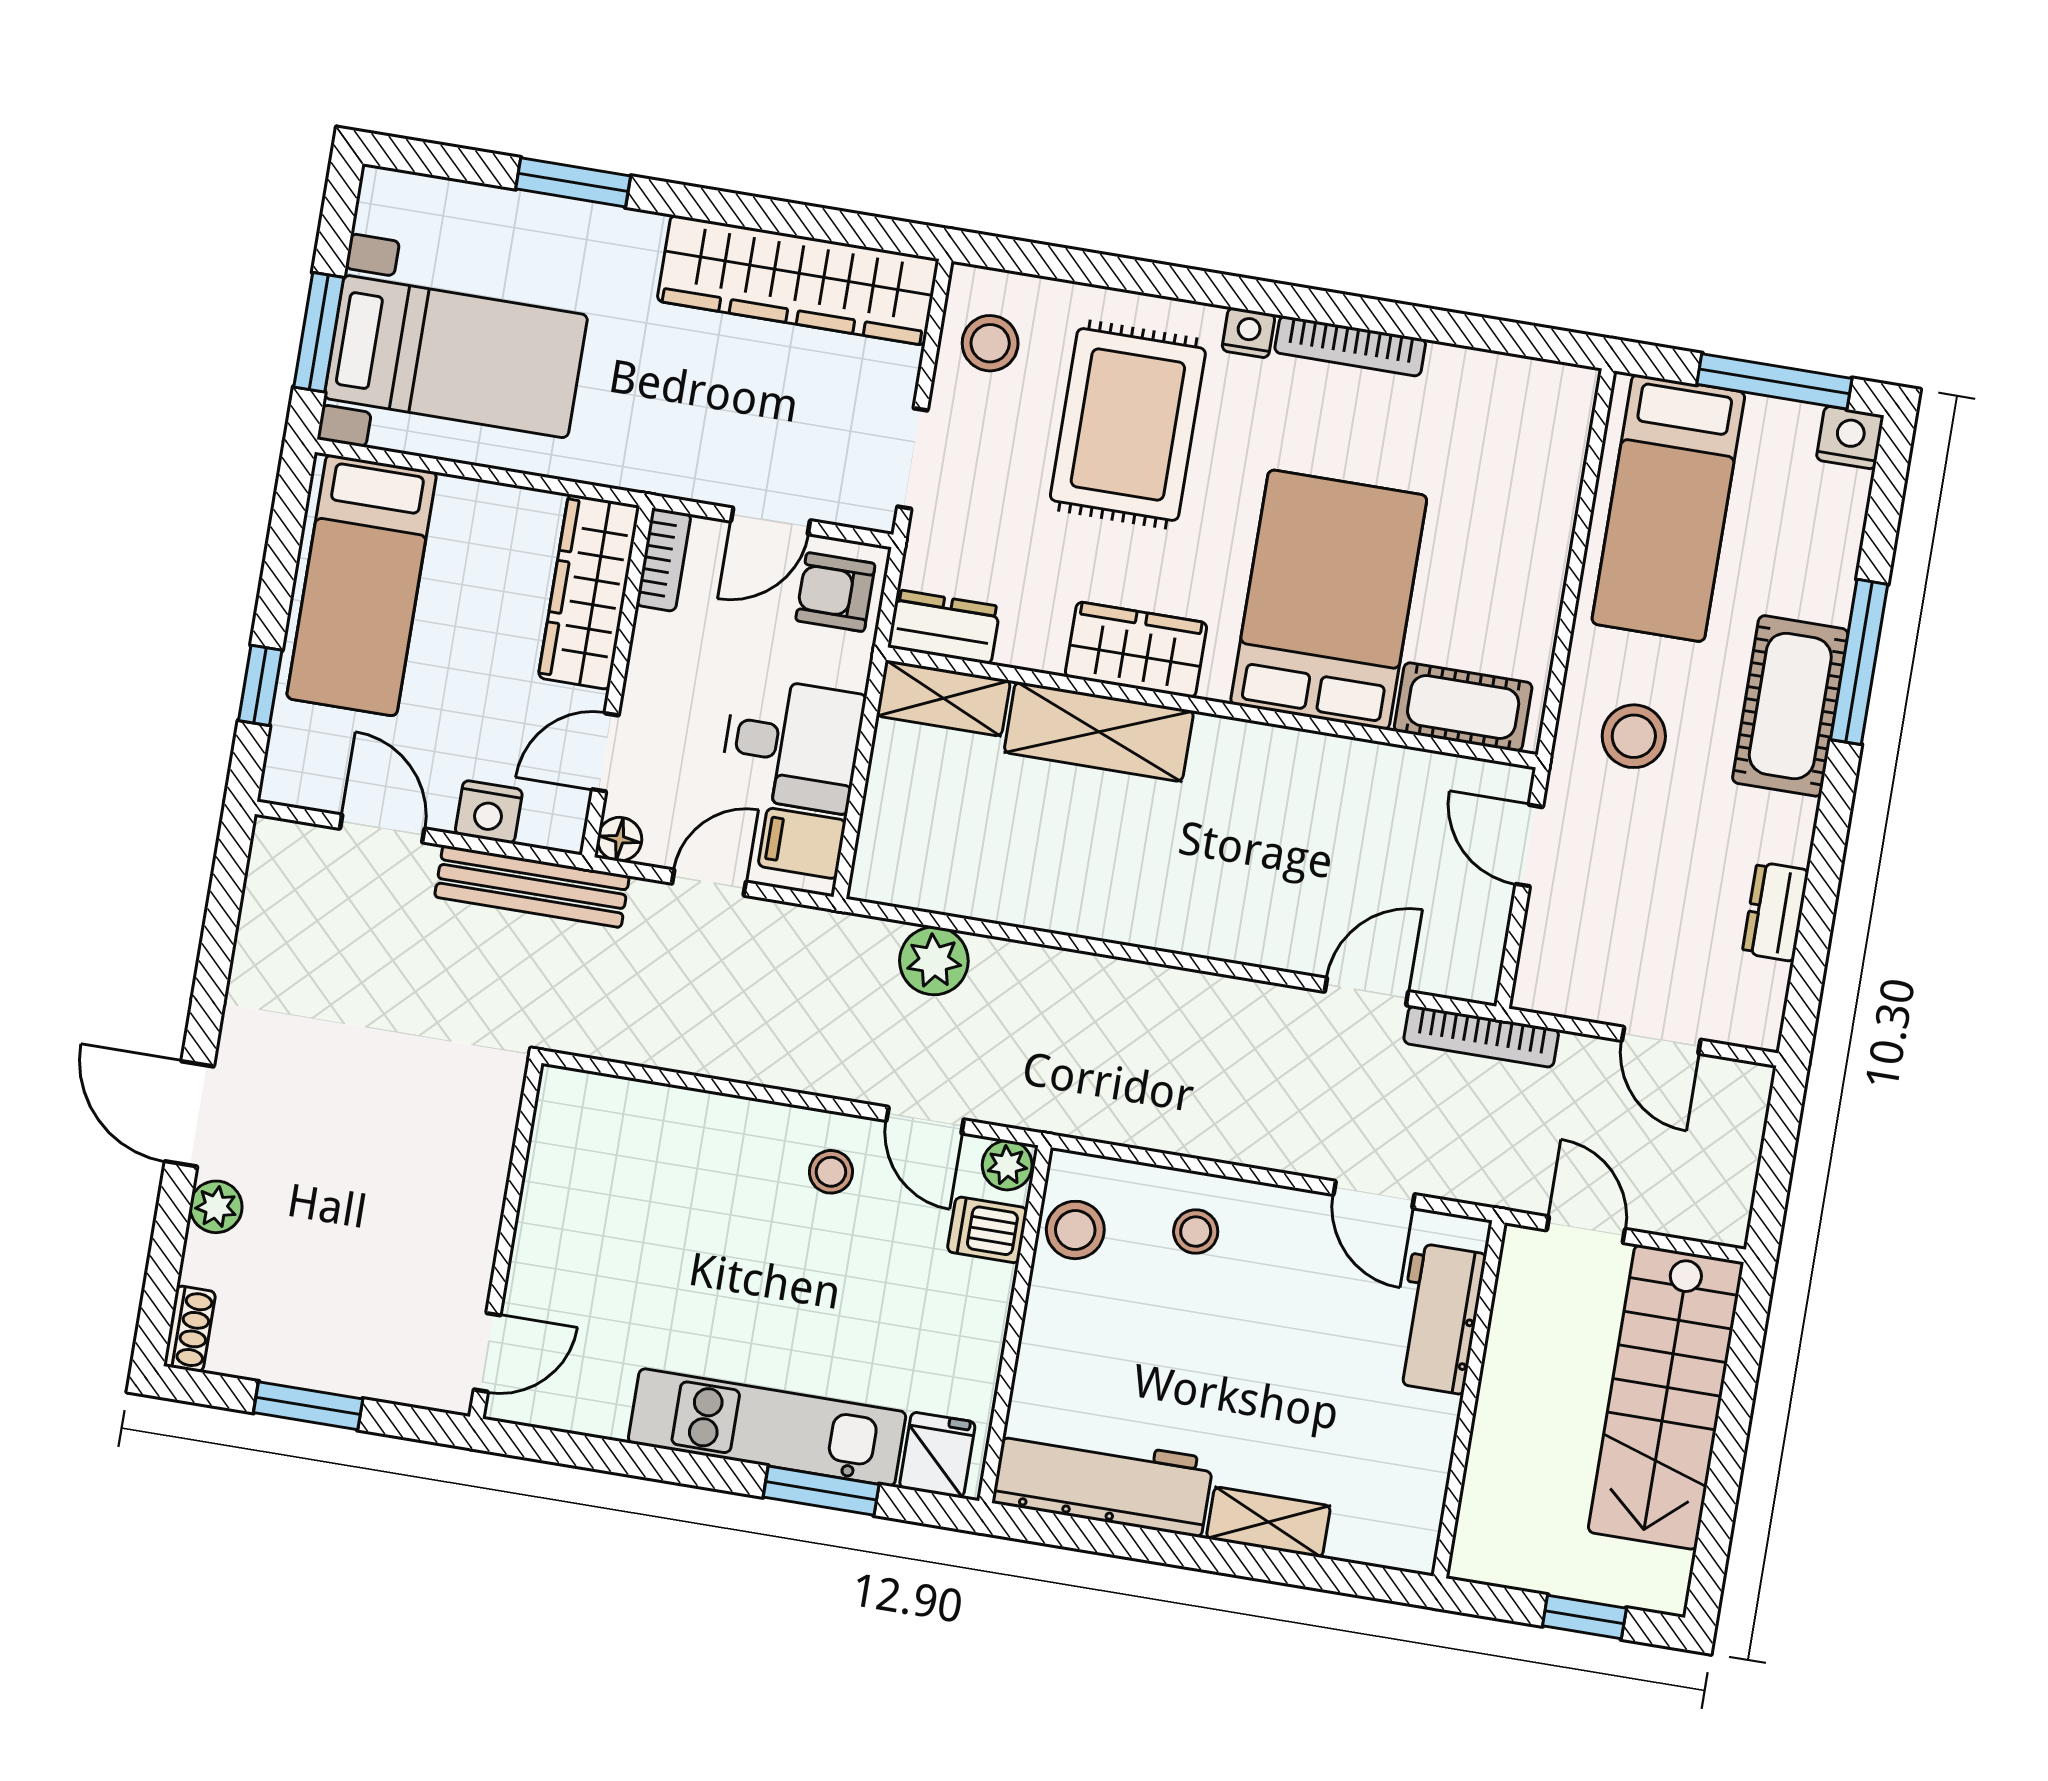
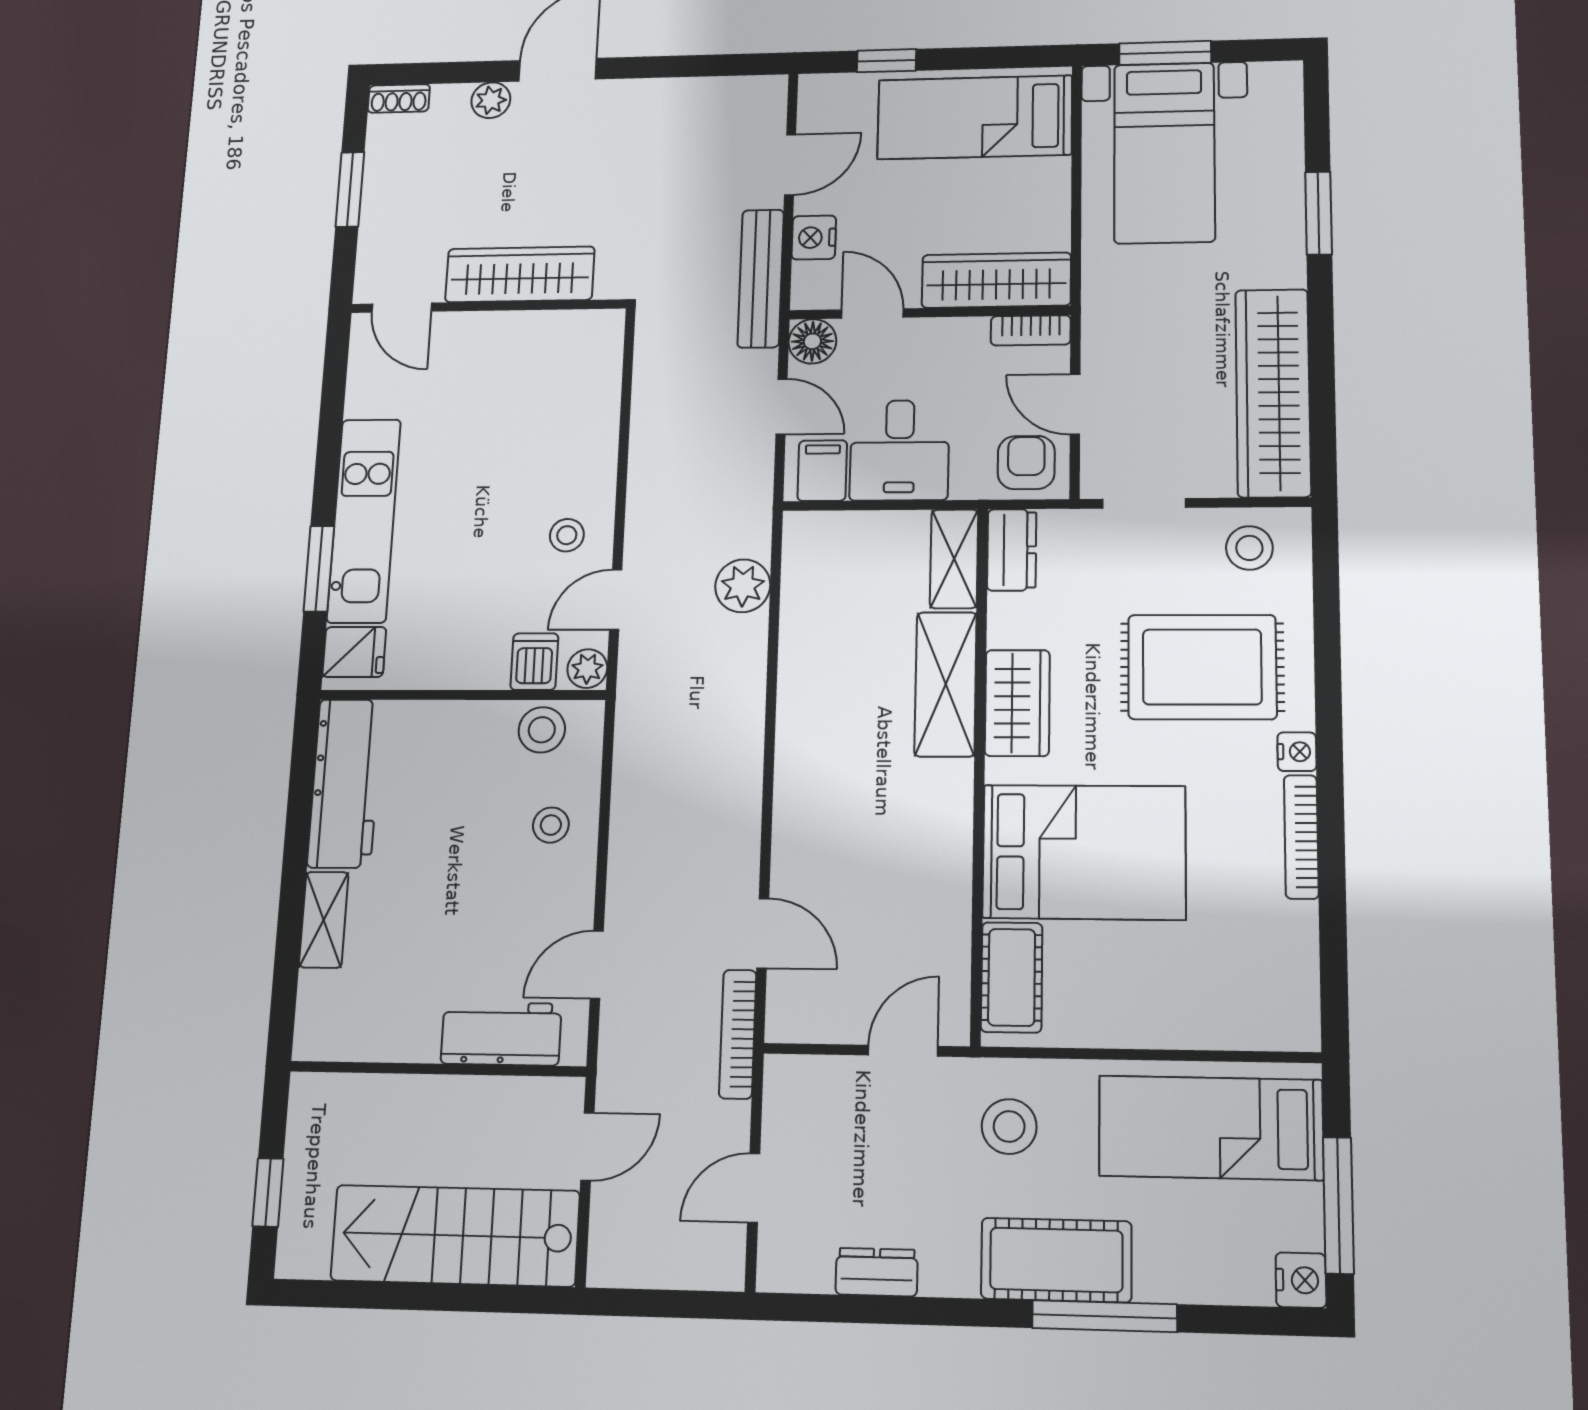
floor lamp: (620, 839) -> (812, 341), width x1.37, depth x1.37
wardrobe: (469, 1194) -> (520, 274), added

